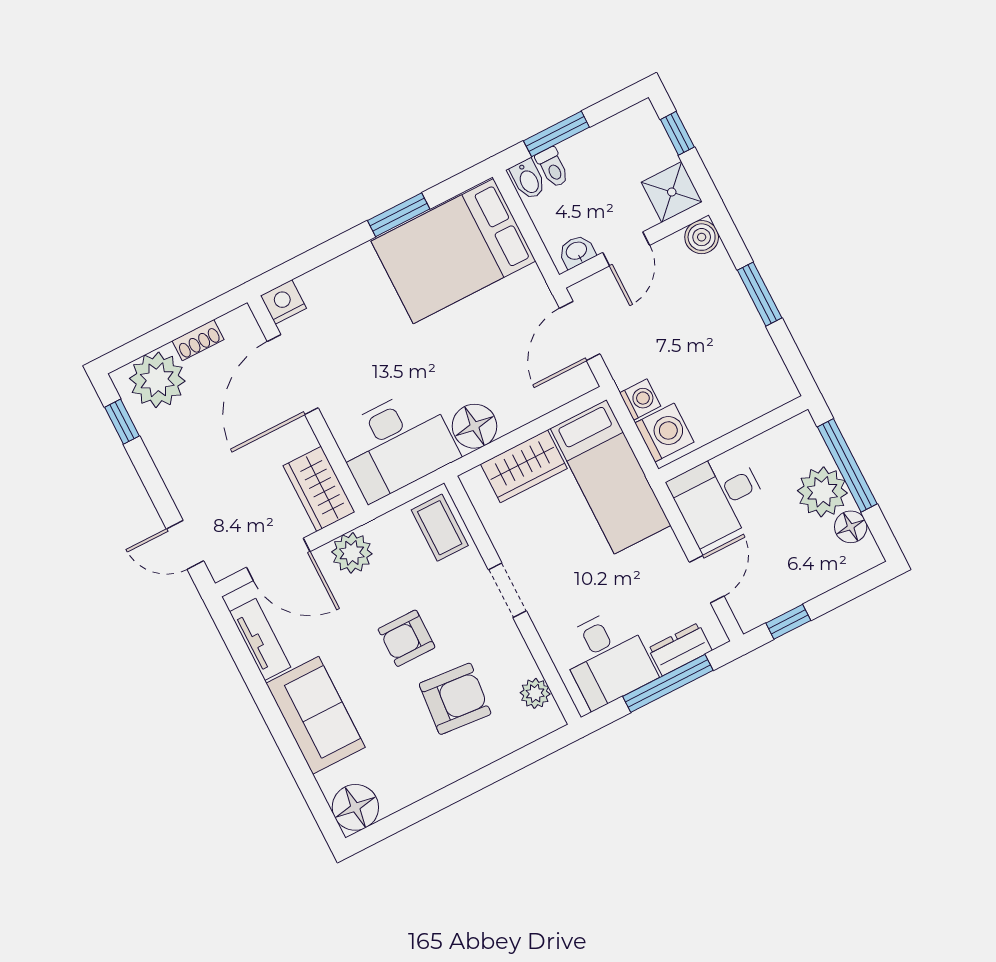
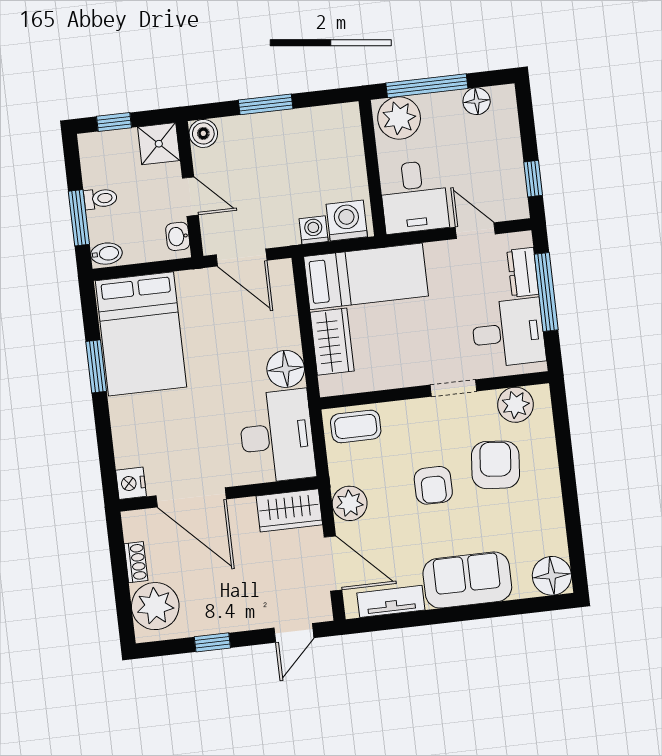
toilet: (552, 167) -> (100, 199), moved
window: (122, 422) -> (212, 642), moved
plant: (822, 492) -> (399, 118), moved
door: (278, 559) -> (333, 563), hinge flipped
doorway: (507, 590) -> (454, 388), moved
plant: (535, 693) -> (516, 405), width x1.38, depth x1.38

